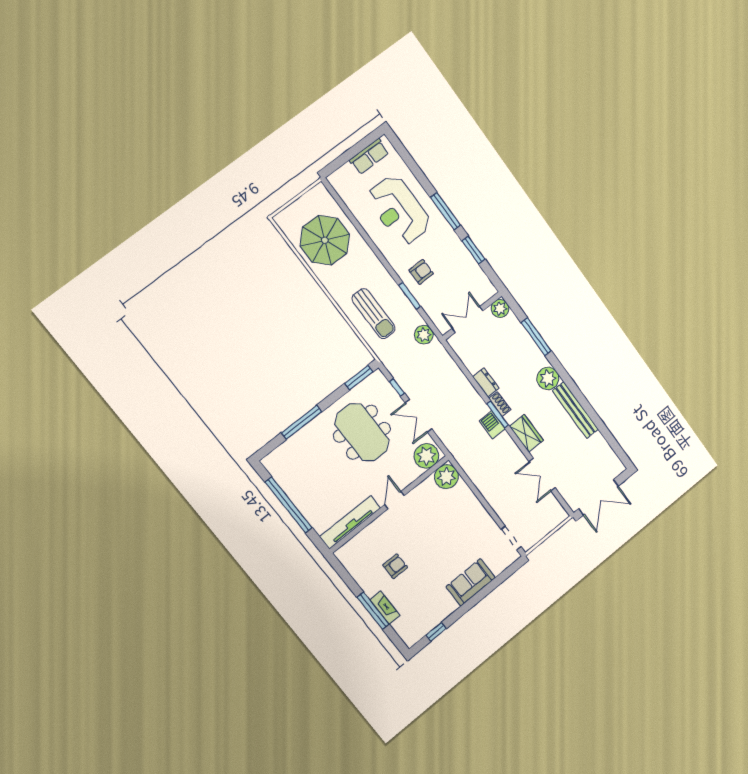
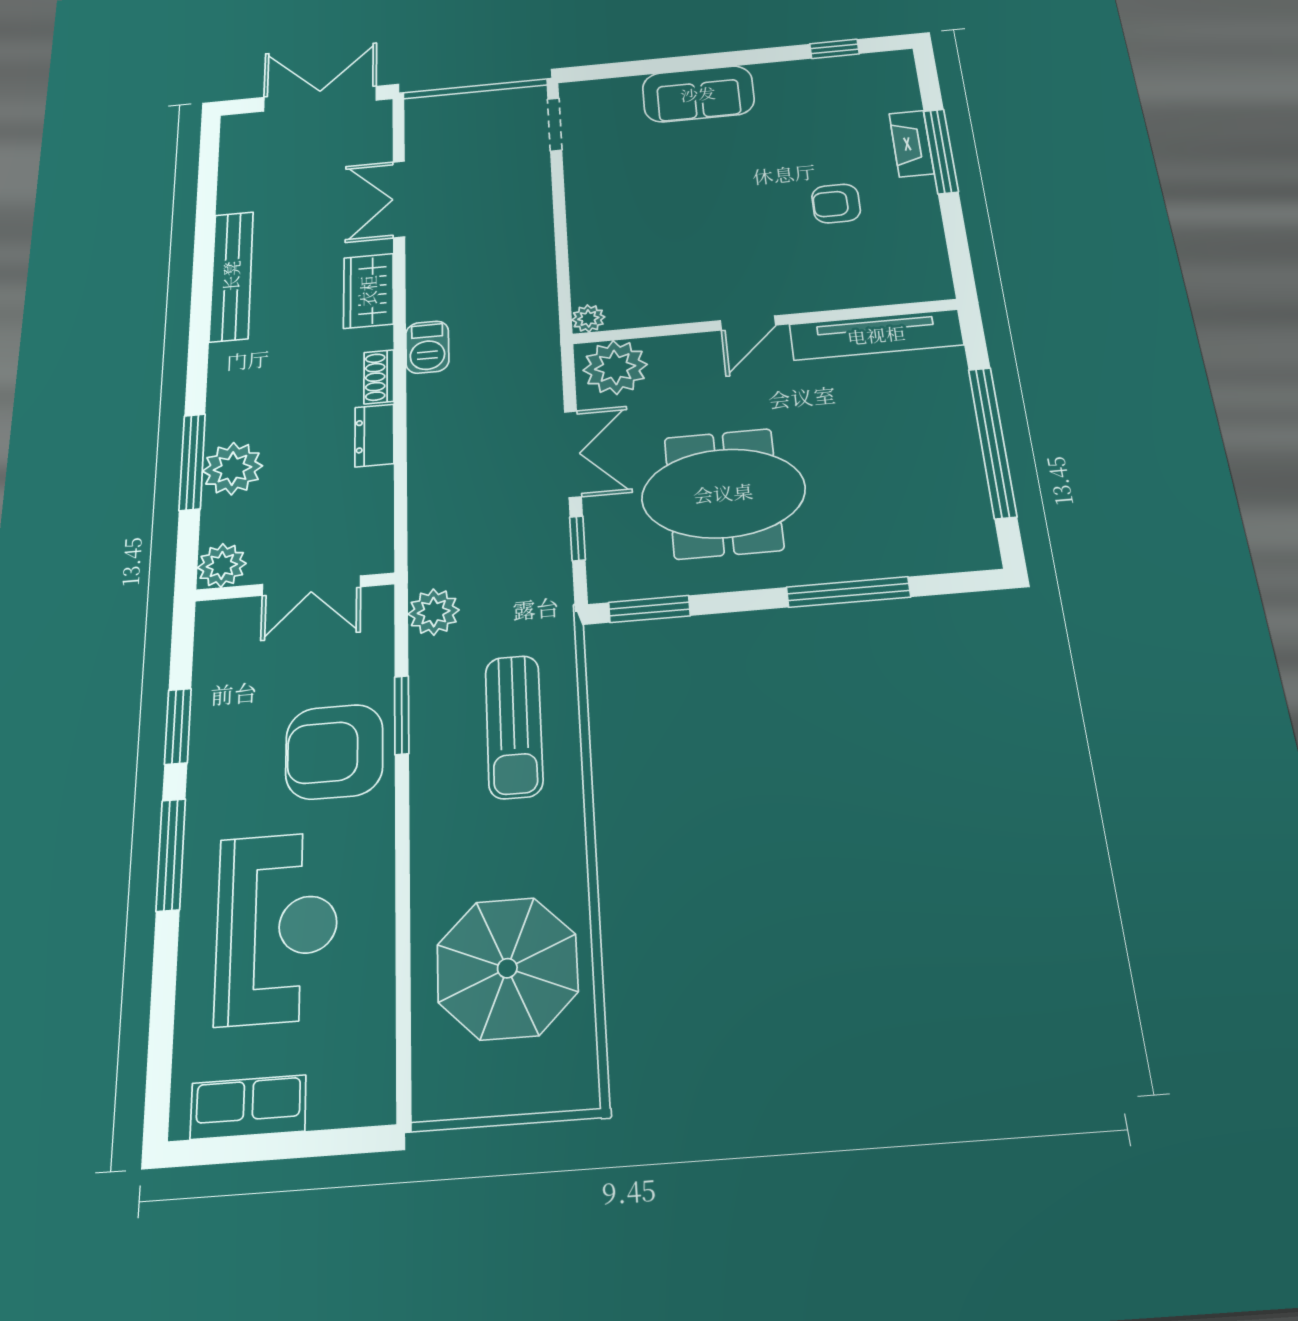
armchair: (421, 272) -> (334, 752), width x1.88, depth x1.88
sun lounger: (374, 314) -> (514, 726), turned 180
plant: (548, 378) -> (232, 469), moved
window: (498, 415) -> (400, 360), removed
meeting table: (362, 432) -> (723, 493), turned 90
double door: (542, 475) -> (399, 199), swing flipped
plant: (446, 477) -> (588, 318), width x0.53, depth x0.53

